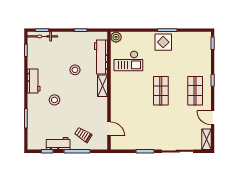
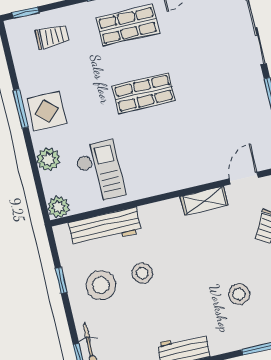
plant: (140, 38) -> (48, 159), added
stool: (74, 49) -> (101, 285), added
trolley: (198, 53) -> (52, 37), added
shelving: (103, 86) -> (204, 201), moved
stool: (54, 100) -> (239, 294), moved

